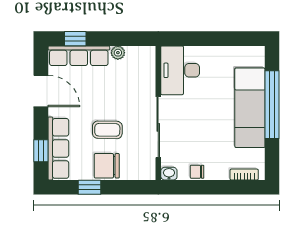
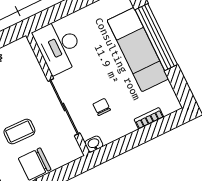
chair: (197, 172) -> (102, 107), moved, turned 90
bookcase: (244, 175) -> (149, 118), moved

